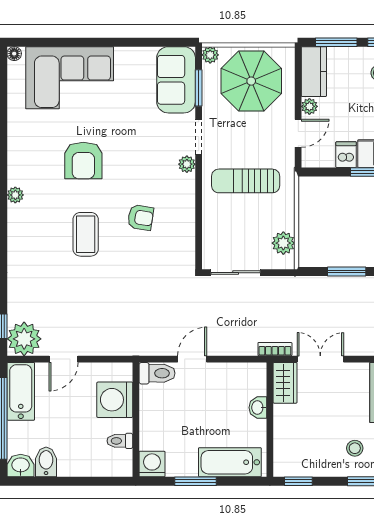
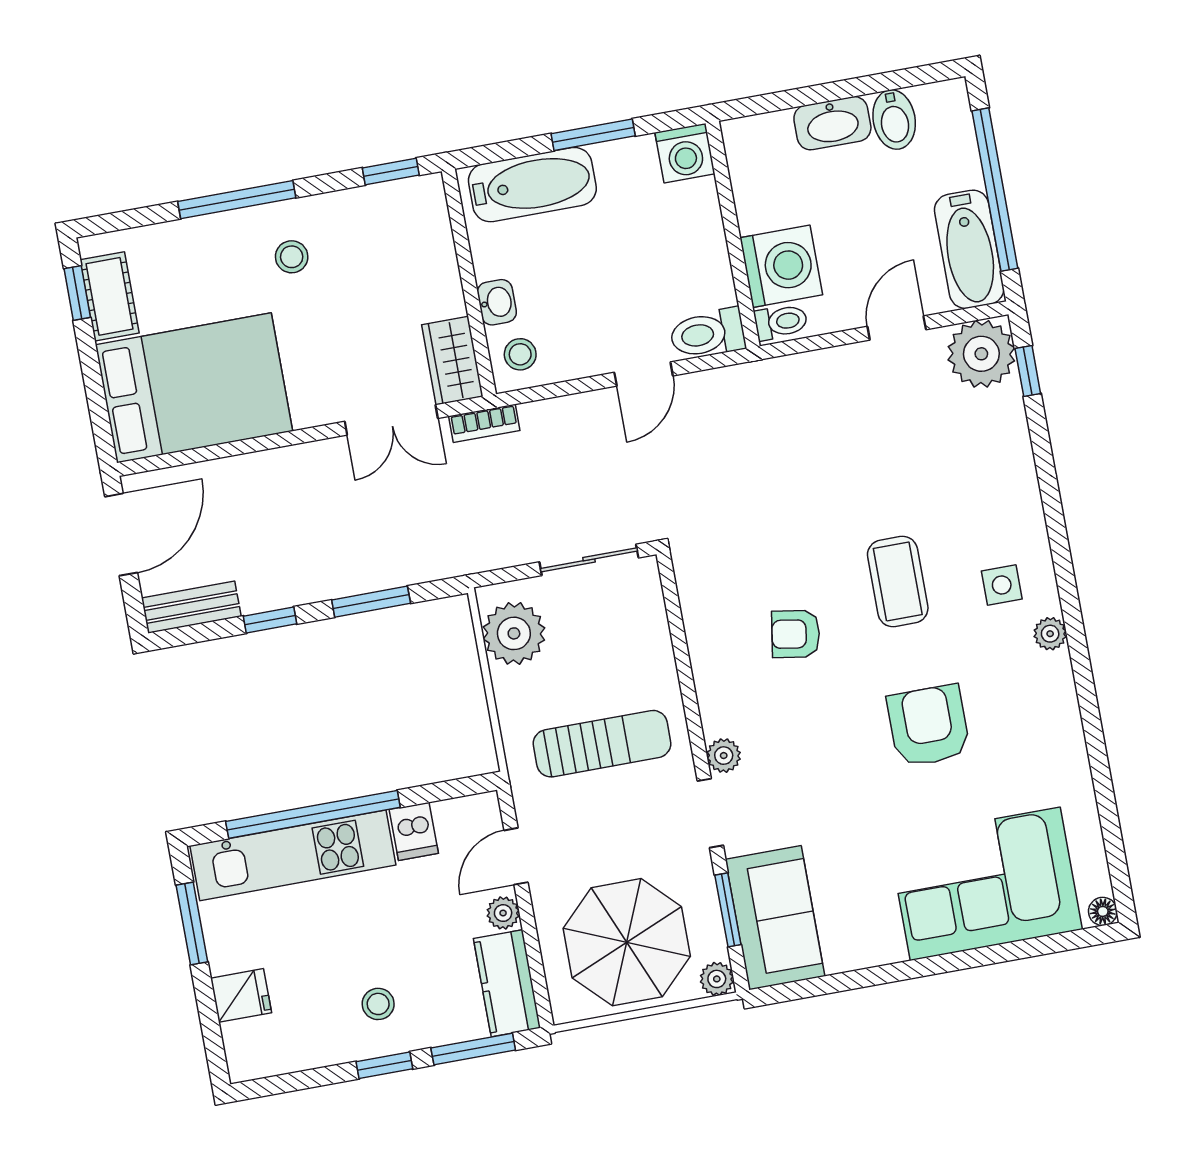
side table: (35, 223) -> (1002, 585), added
plant: (283, 243) -> (514, 633), width x1.36, depth x1.36
stool: (251, 380) -> (520, 354), added
toilet: (120, 441) -> (781, 322), moved
washbasin: (21, 466) -> (832, 123), moved, width x1.38

